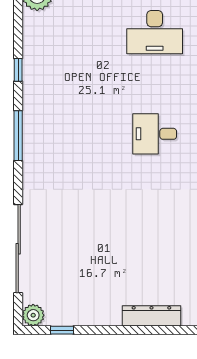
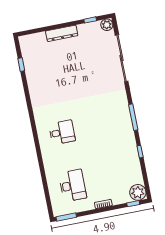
desk: (155, 32) -> (73, 186), turned 90
dresser: (151, 316) -> (62, 33), moved

